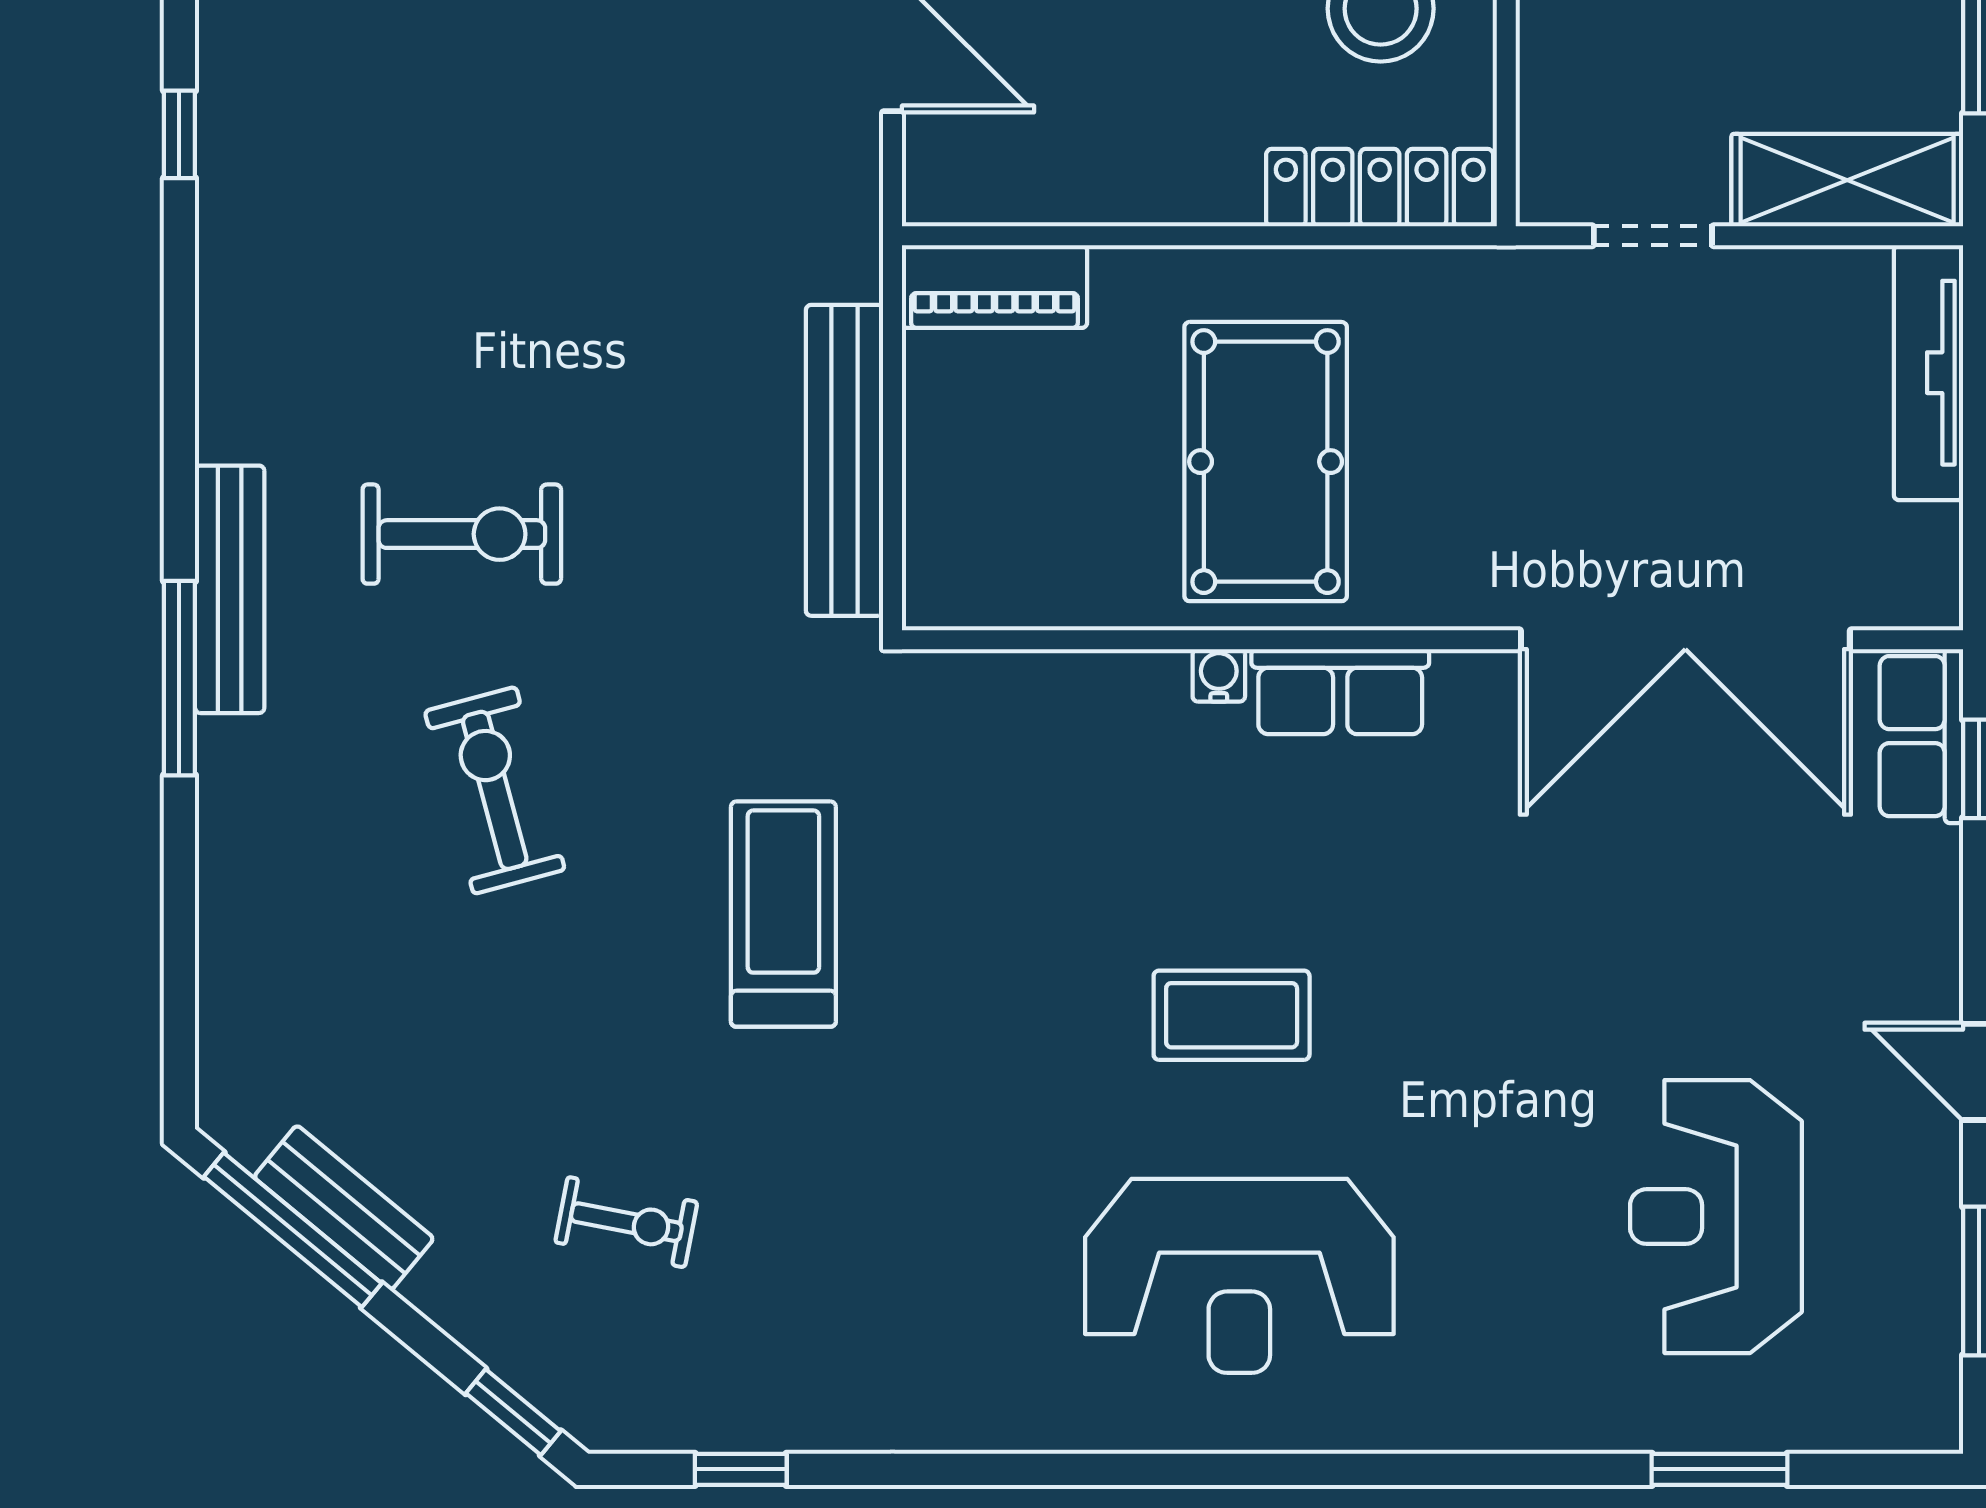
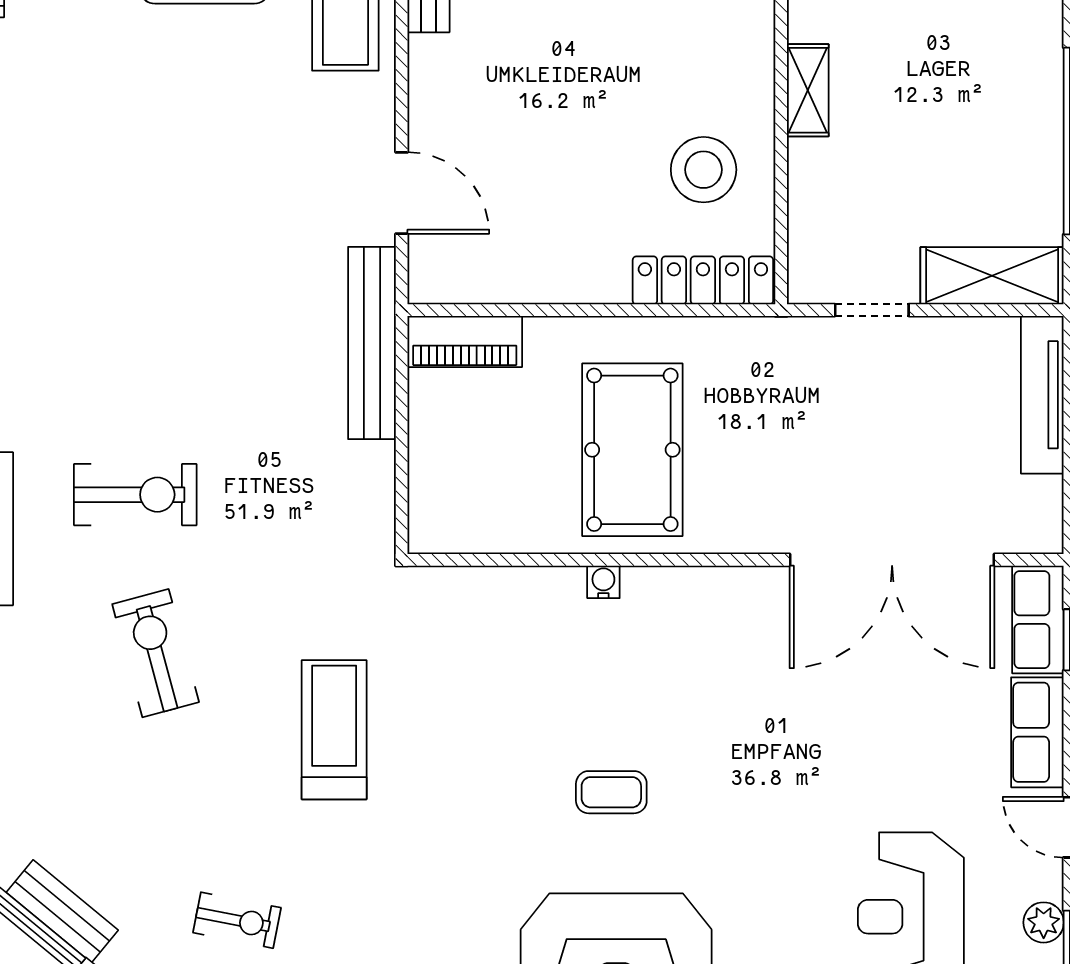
bench: (845, 460) -> (372, 343), moved
row of seats: (1340, 692) -> (1037, 732), moved, turned 90
coffee table: (1232, 1015) -> (611, 792), width x0.73, depth x0.77
plant: (1930, 1226) -> (1044, 922), added

